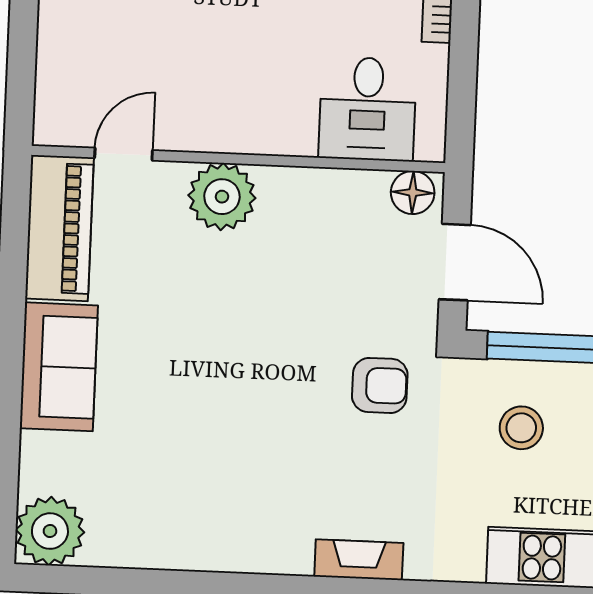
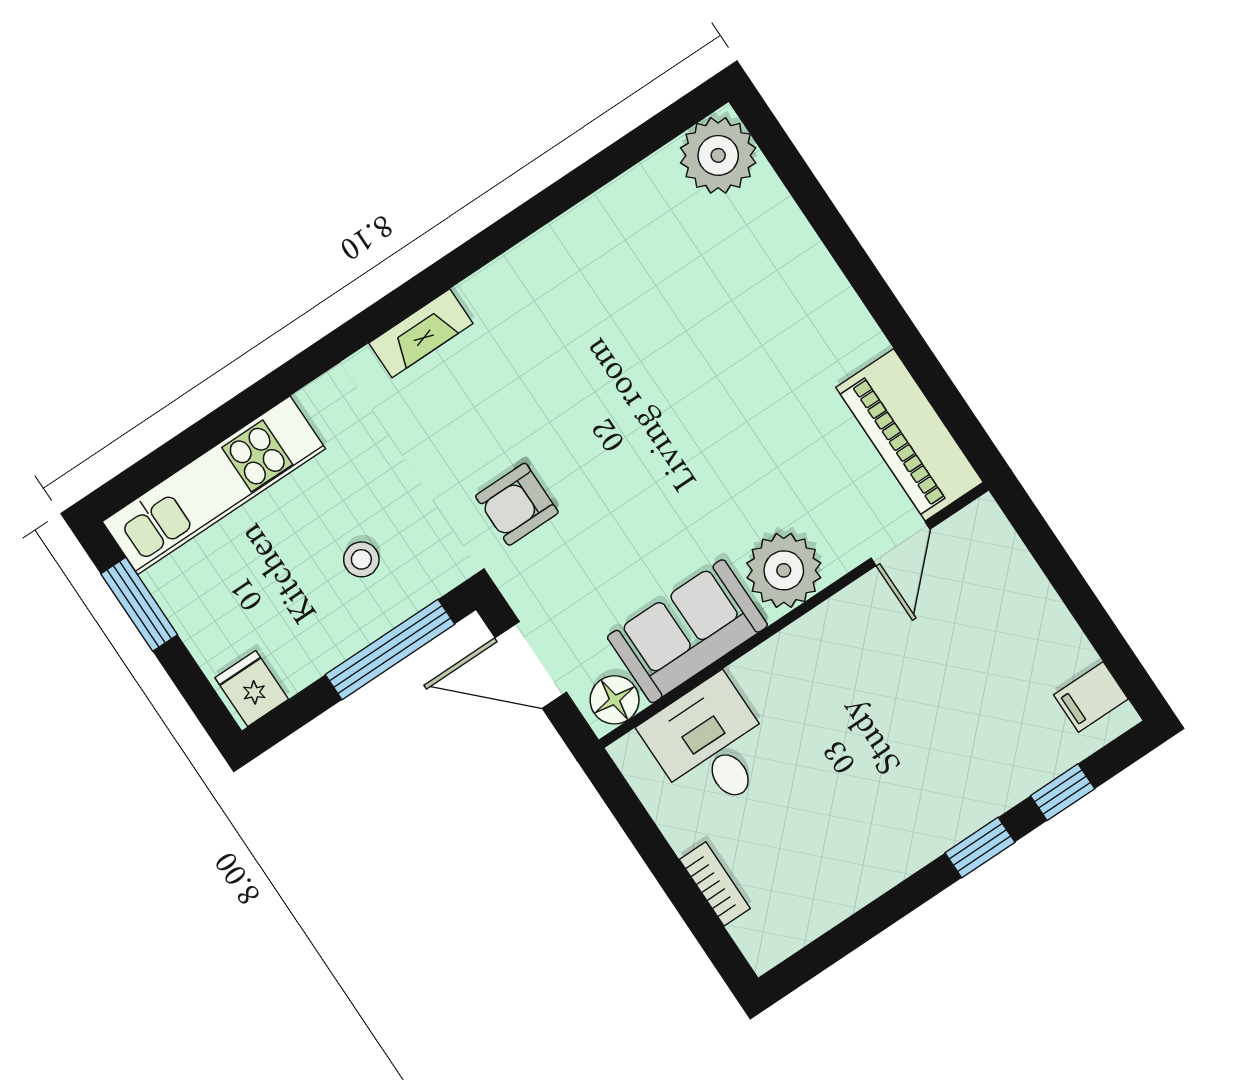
sofa: (59, 367) -> (687, 631), moved, turned 90
stool: (521, 428) -> (361, 559), width x0.73, depth x0.73

